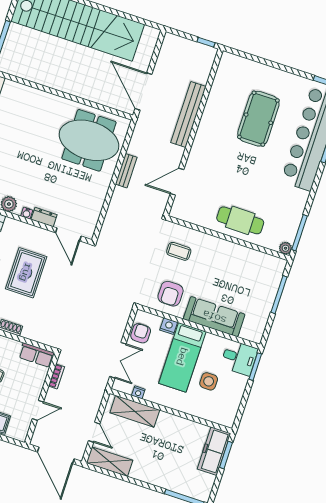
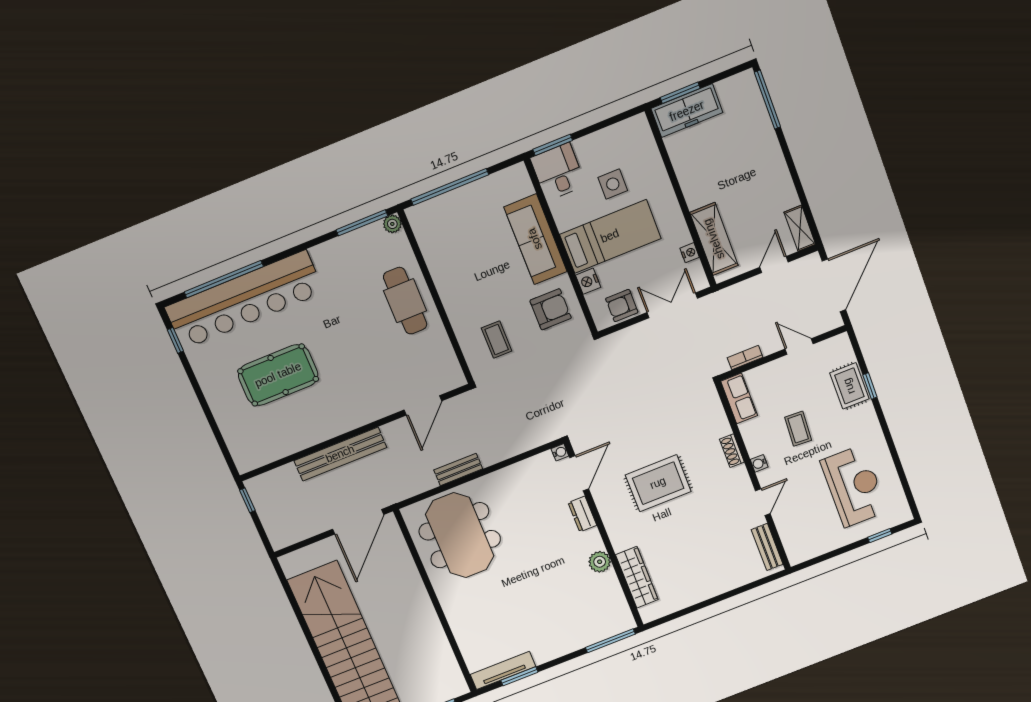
door: (177, 182) -> (423, 405), hinge flipped
water cooler: (27, 213) -> (560, 452), moved
window: (279, 295) -> (450, 187), width x1.46
shelving: (110, 462) -> (800, 228), width x0.67, depth x0.75

